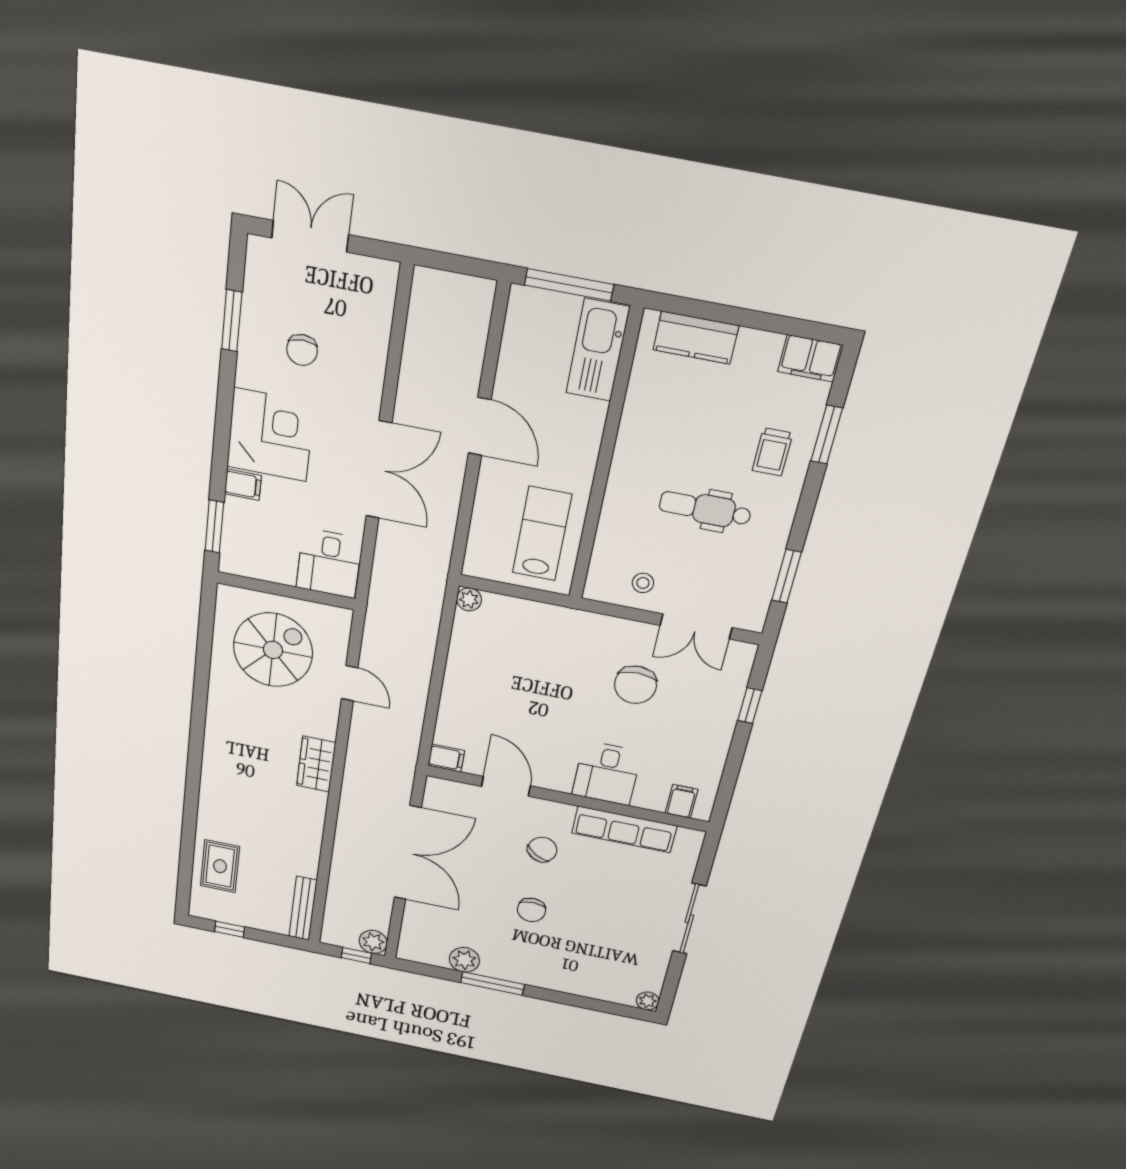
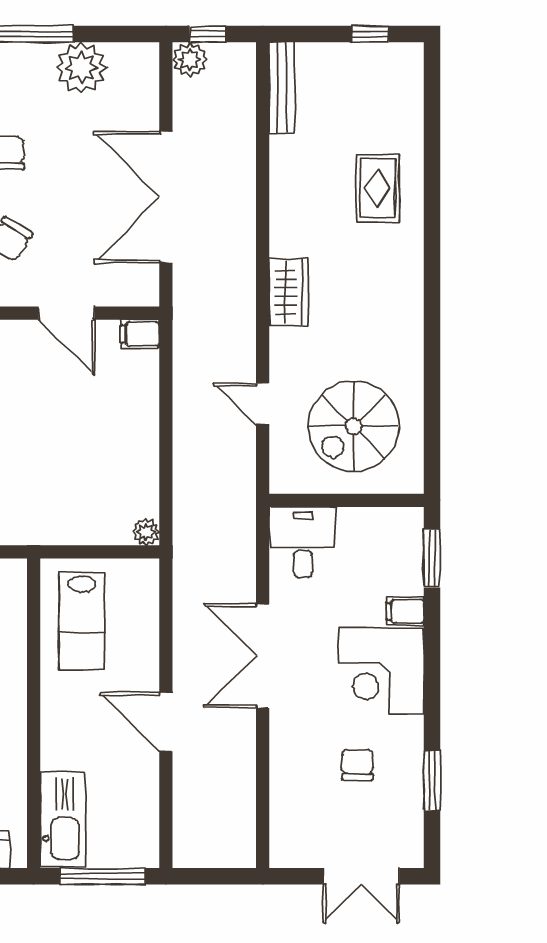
rug: (220, 866) -> (378, 188), moved
plant: (464, 960) -> (81, 68), width x1.36, depth x1.36

